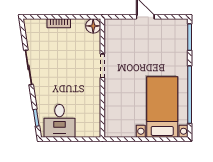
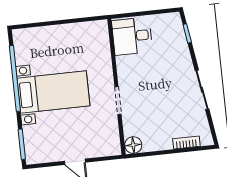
bookcase: (59, 23) -> (186, 143), moved
bed with nightstands: (162, 107) -> (53, 92), moved, turned -90
desk: (60, 121) -> (132, 36), moved, turned -90

